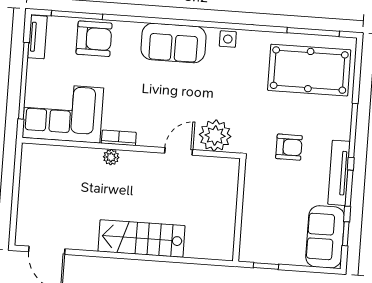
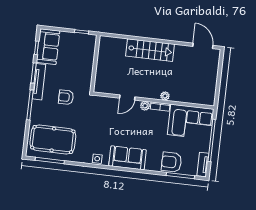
plant: (215, 136) -> (145, 106), moved, width x0.53, depth x0.53

